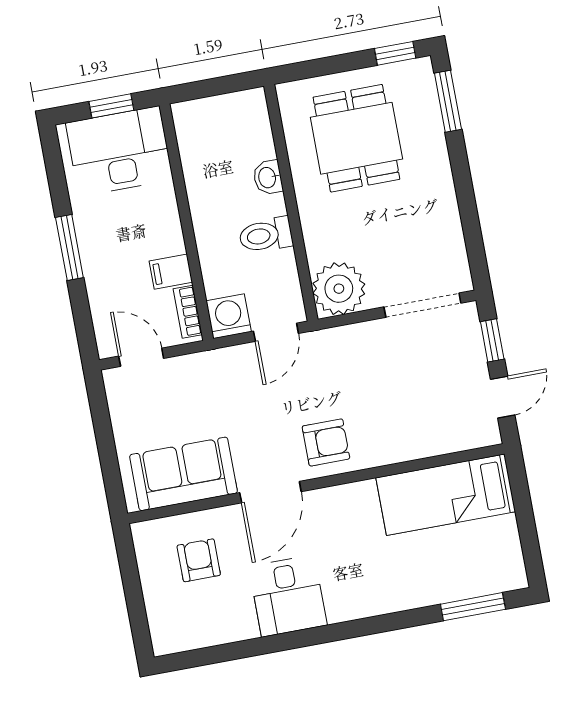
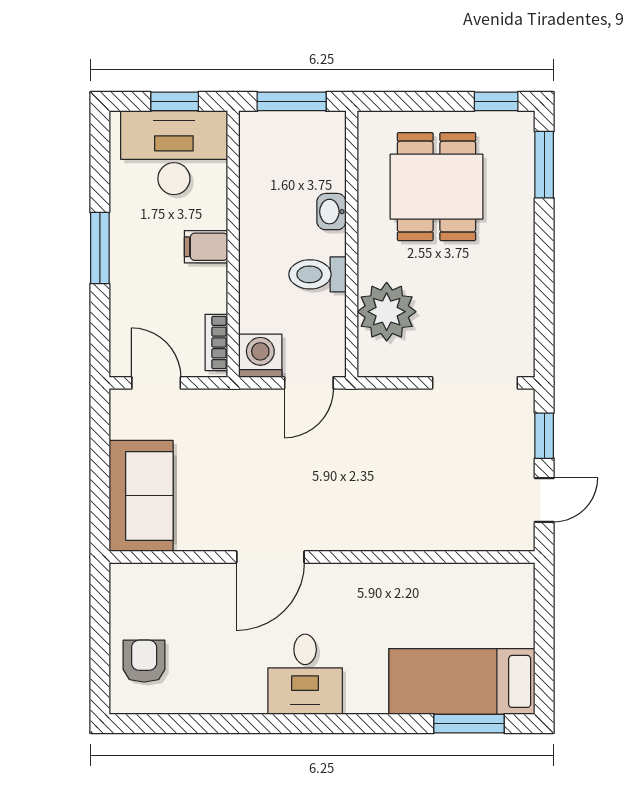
window: (215, 87) -> (292, 101), added
filing cabinet: (171, 272) -> (206, 247), moved
plant: (339, 289) -> (387, 312), moved
armchair: (326, 442) -> (341, 514), removed
sofa: (183, 474) -> (141, 496), moved, turned 90
bed: (446, 495) -> (462, 681), moved
armchair: (199, 560) -> (144, 661), moved
desk: (288, 596) -> (305, 674), moved

